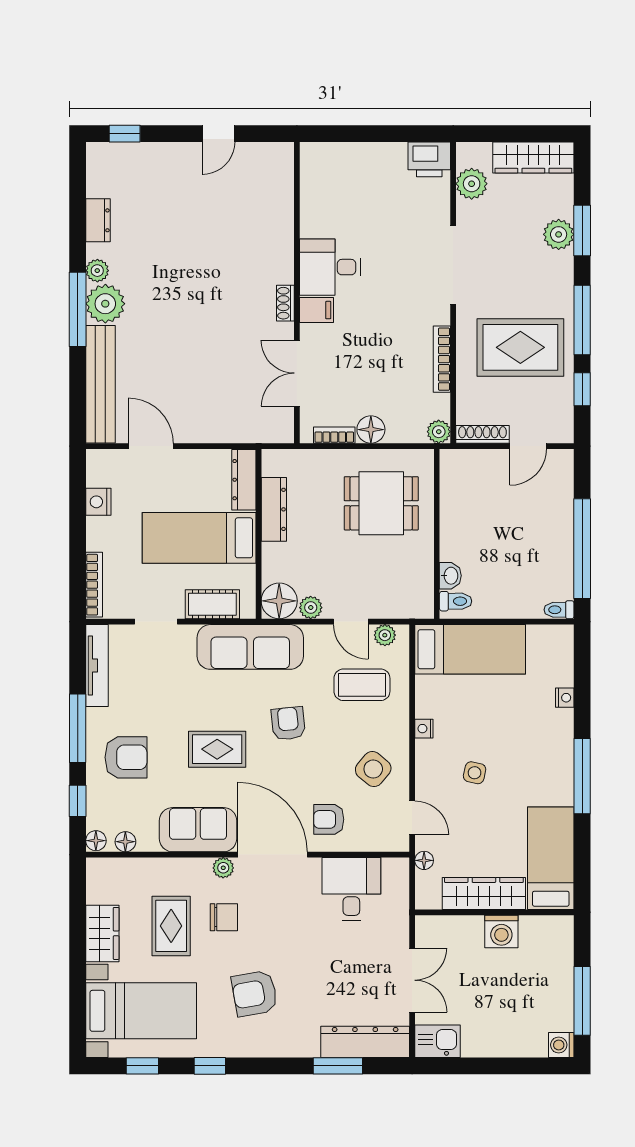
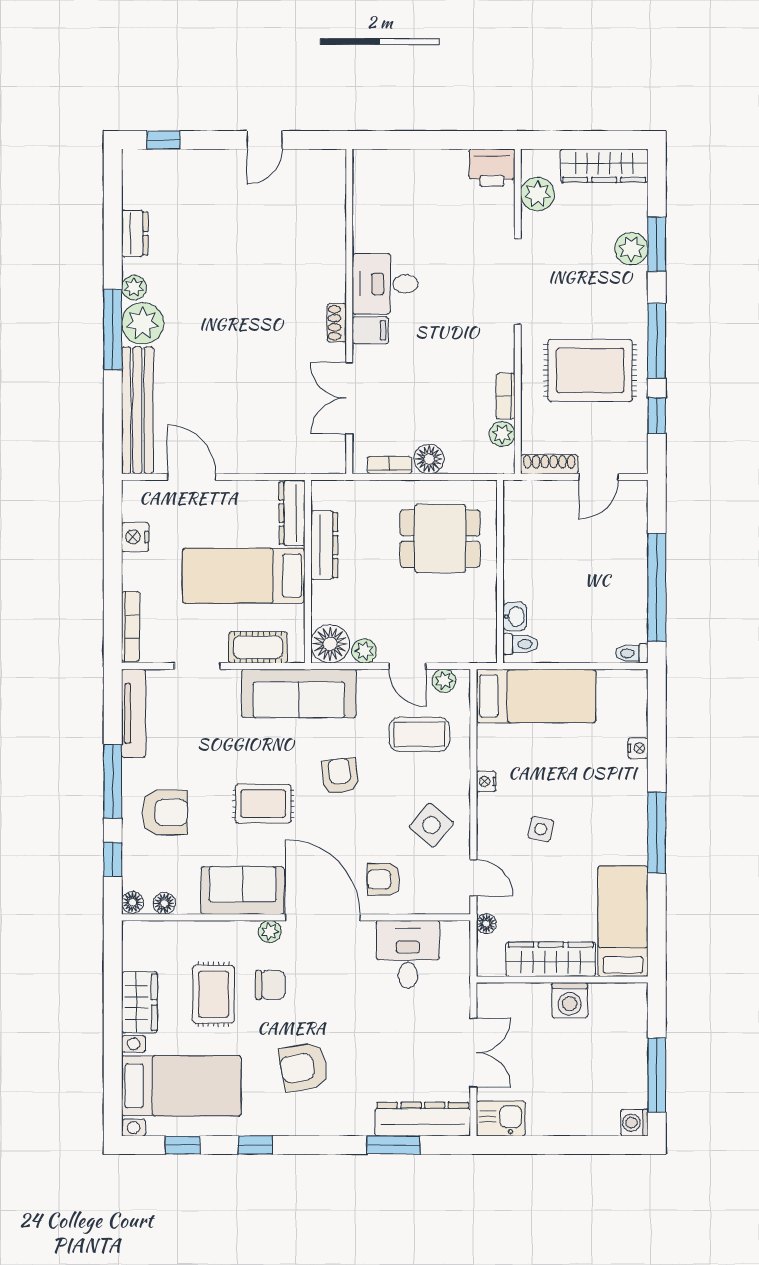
bookcase: (442, 359) -> (506, 396), width x0.64
plant: (439, 432) -> (502, 434), moved

